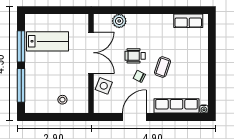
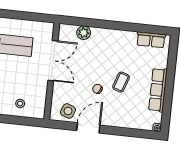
wheelchair: (135, 56) -> (96, 68), removed
side table: (104, 86) -> (68, 111), moved
row of seats: (177, 106) -> (158, 90), moved, turned -90

